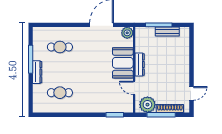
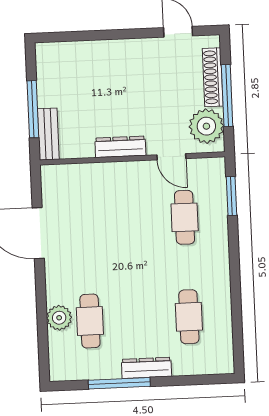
bench: (167, 32) -> (48, 134), moved
plant: (127, 33) -> (59, 318), moved
booth: (123, 63) -> (118, 183), removed
door: (134, 88) -> (171, 157), hinge flipped
cafe table: (106, 93) -> (185, 217), added

